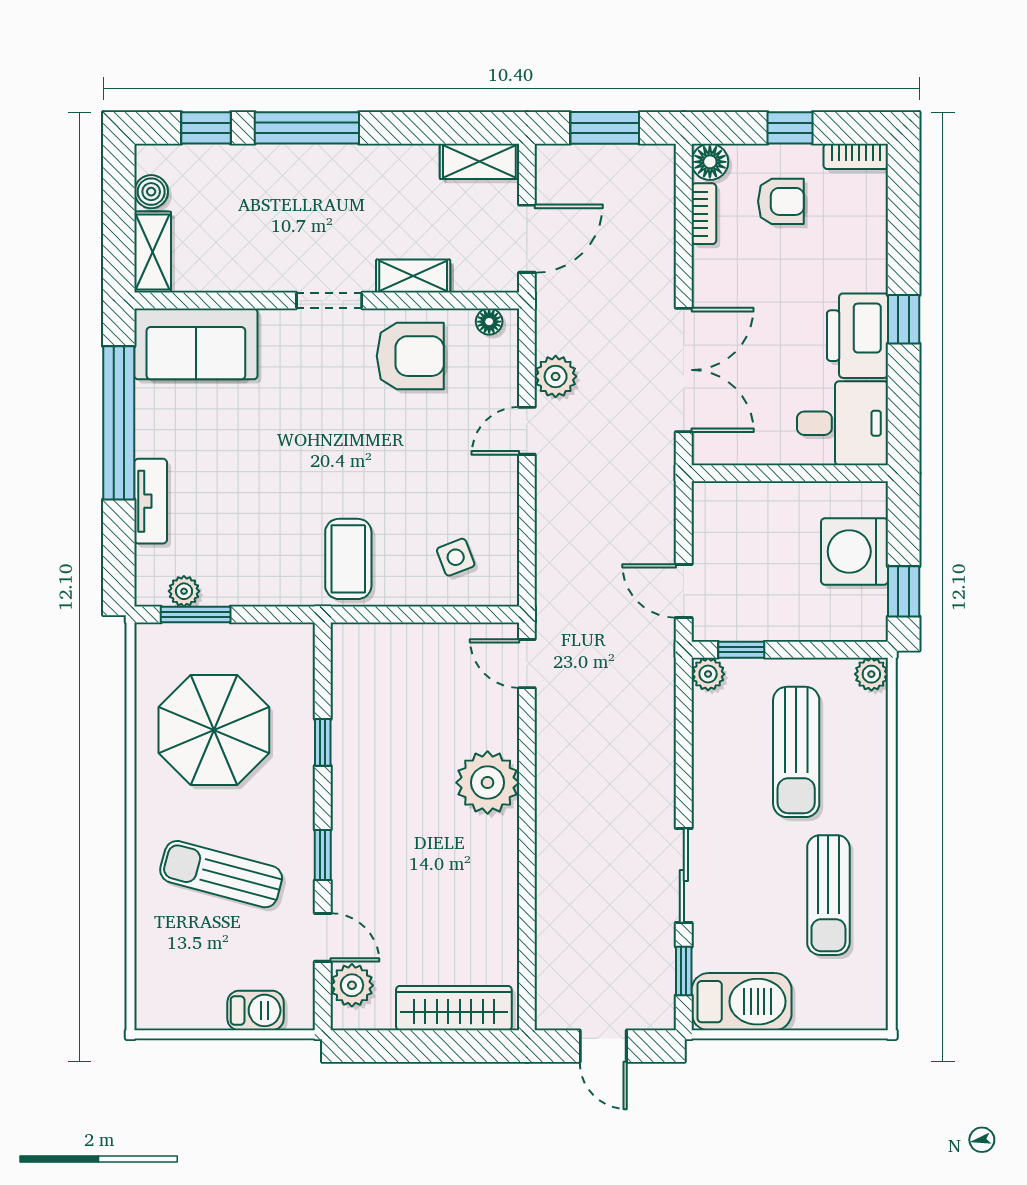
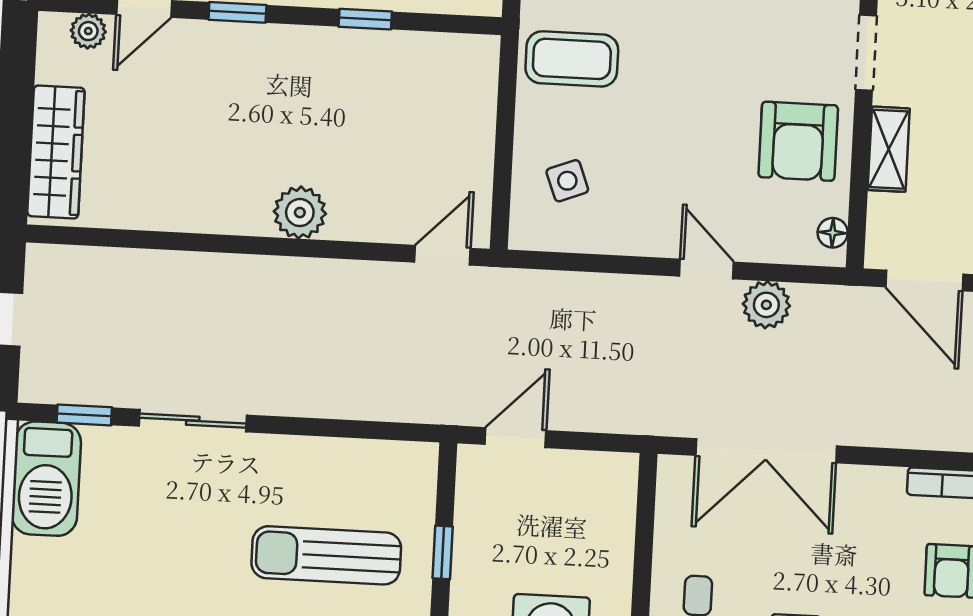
window: (741, 650) -> (443, 552), moved
plant: (708, 674) -> (420, 460), removed
plant: (488, 783) -> (300, 213), width x0.73, depth x0.73
sun lounger: (828, 895) -> (162, 583), removed
plant: (352, 985) -> (88, 31), width x0.73, depth x0.73

